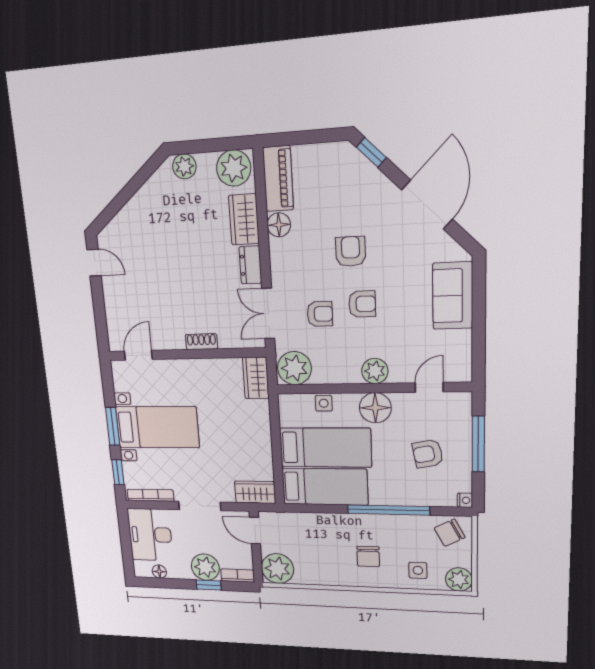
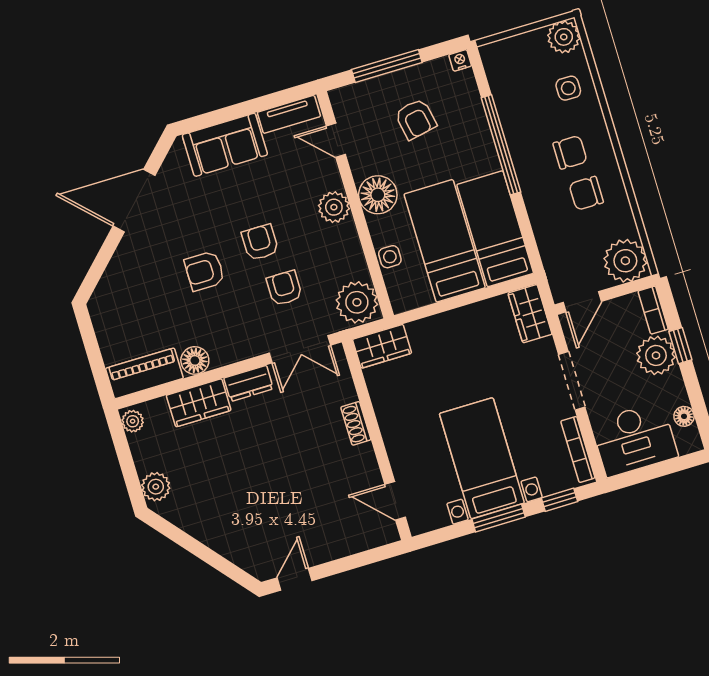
window: (371, 152) -> (93, 276), removed
plant: (234, 168) -> (133, 421), width x0.53, depth x0.53
tv unit: (462, 356) -> (289, 114), added
chair: (450, 533) -> (586, 193), moved, turned 118

